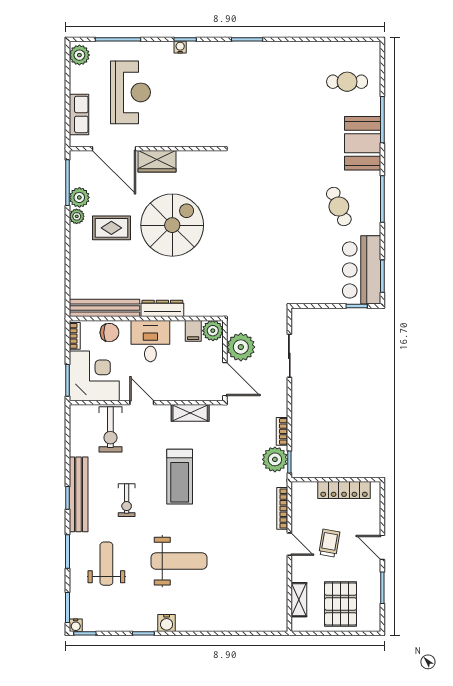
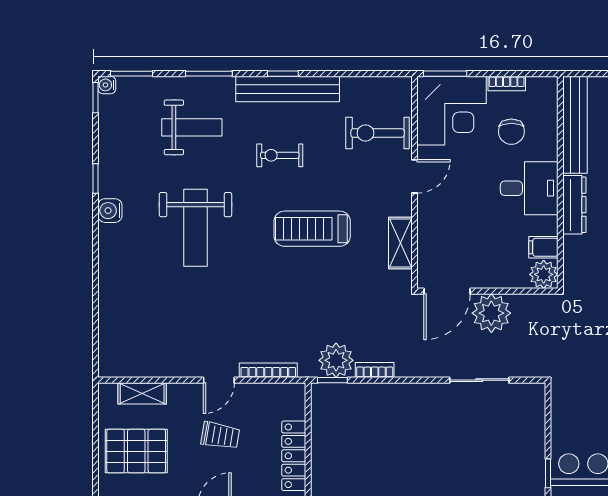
bench: (104, 308) -> (575, 125), moved
dresser: (162, 308) -> (574, 205), moved
wall: (146, 319) -> (560, 182), moved
filing cabinet: (193, 331) -> (543, 247), moved
plant: (213, 331) -> (544, 274), moved
desk: (150, 341) -> (529, 188), moved

